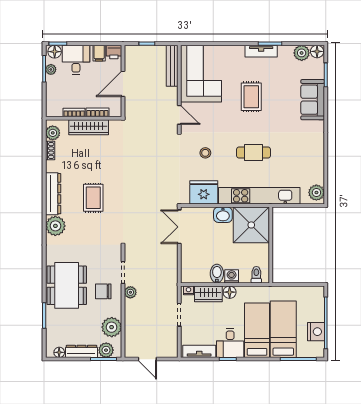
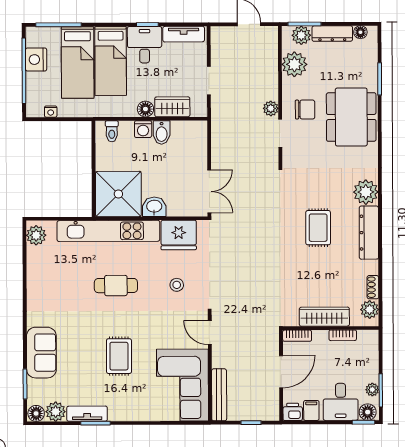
tv unit: (261, 51) -> (87, 414), moved
bookcase: (97, 112) -> (297, 336), moved
nightstand: (189, 290) -> (51, 112), moved

